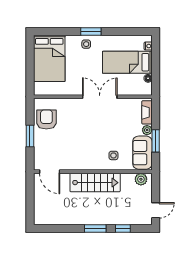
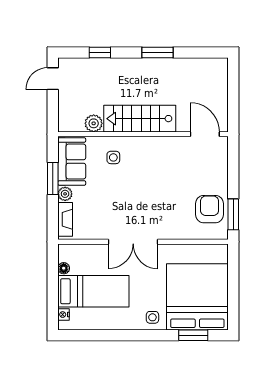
window: (91, 32) -> (193, 335), moved
bed: (49, 58) -> (197, 297), width x1.36
armchair: (46, 119) -> (210, 209), turned 180
window: (30, 136) -> (233, 214), moved
plant: (141, 179) -> (94, 123), moved
window: (95, 229) -> (158, 53), moved

